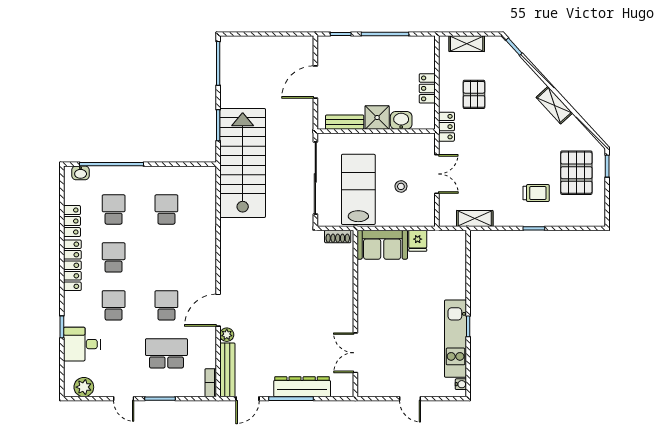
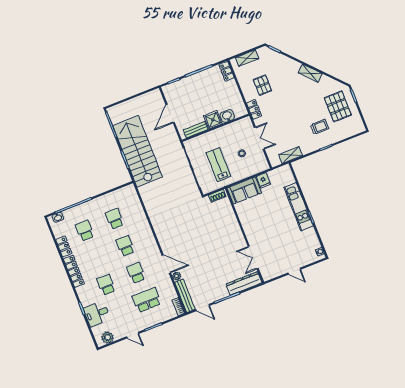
locker: (427, 88) -> (226, 71), moved
stairs: (243, 163) -> (138, 151), moved
lab bench: (358, 189) -> (218, 165), width x0.73, depth x0.72
school desk: (114, 257) -> (125, 246), moved
door: (218, 310) -> (166, 264), swing flipped
kitchen unit: (456, 339) -> (299, 207), moved
dresser: (302, 387) -> (244, 283), moved
door: (248, 399) -> (203, 307), hinge flipped

